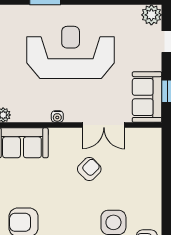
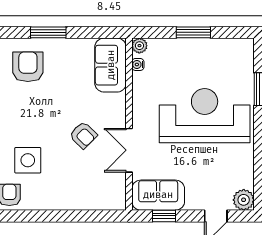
reception desk: (71, 52) -> (205, 116), turned -90
water cooler: (57, 117) -> (138, 64), moved

